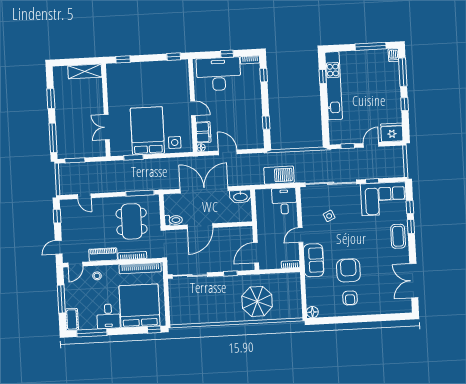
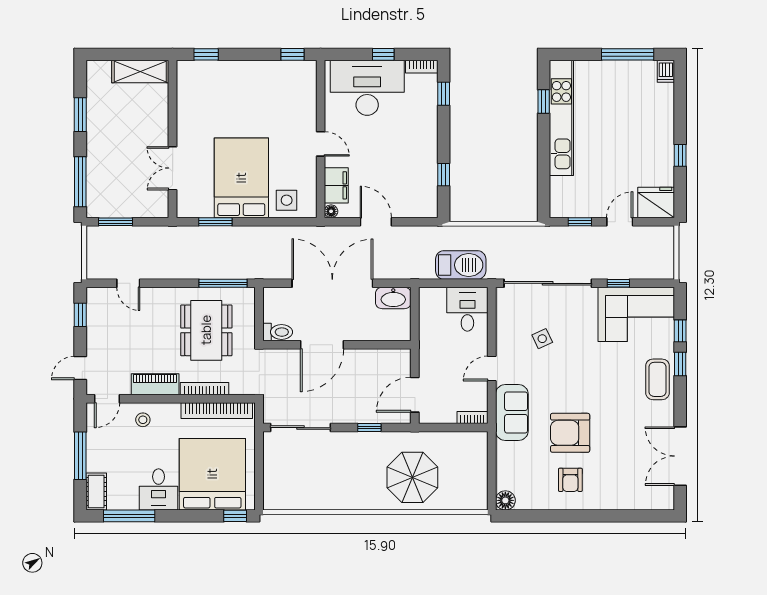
window: (403, 72) -> (680, 101), removed
armchair: (348, 270) -> (570, 433), turned -90

